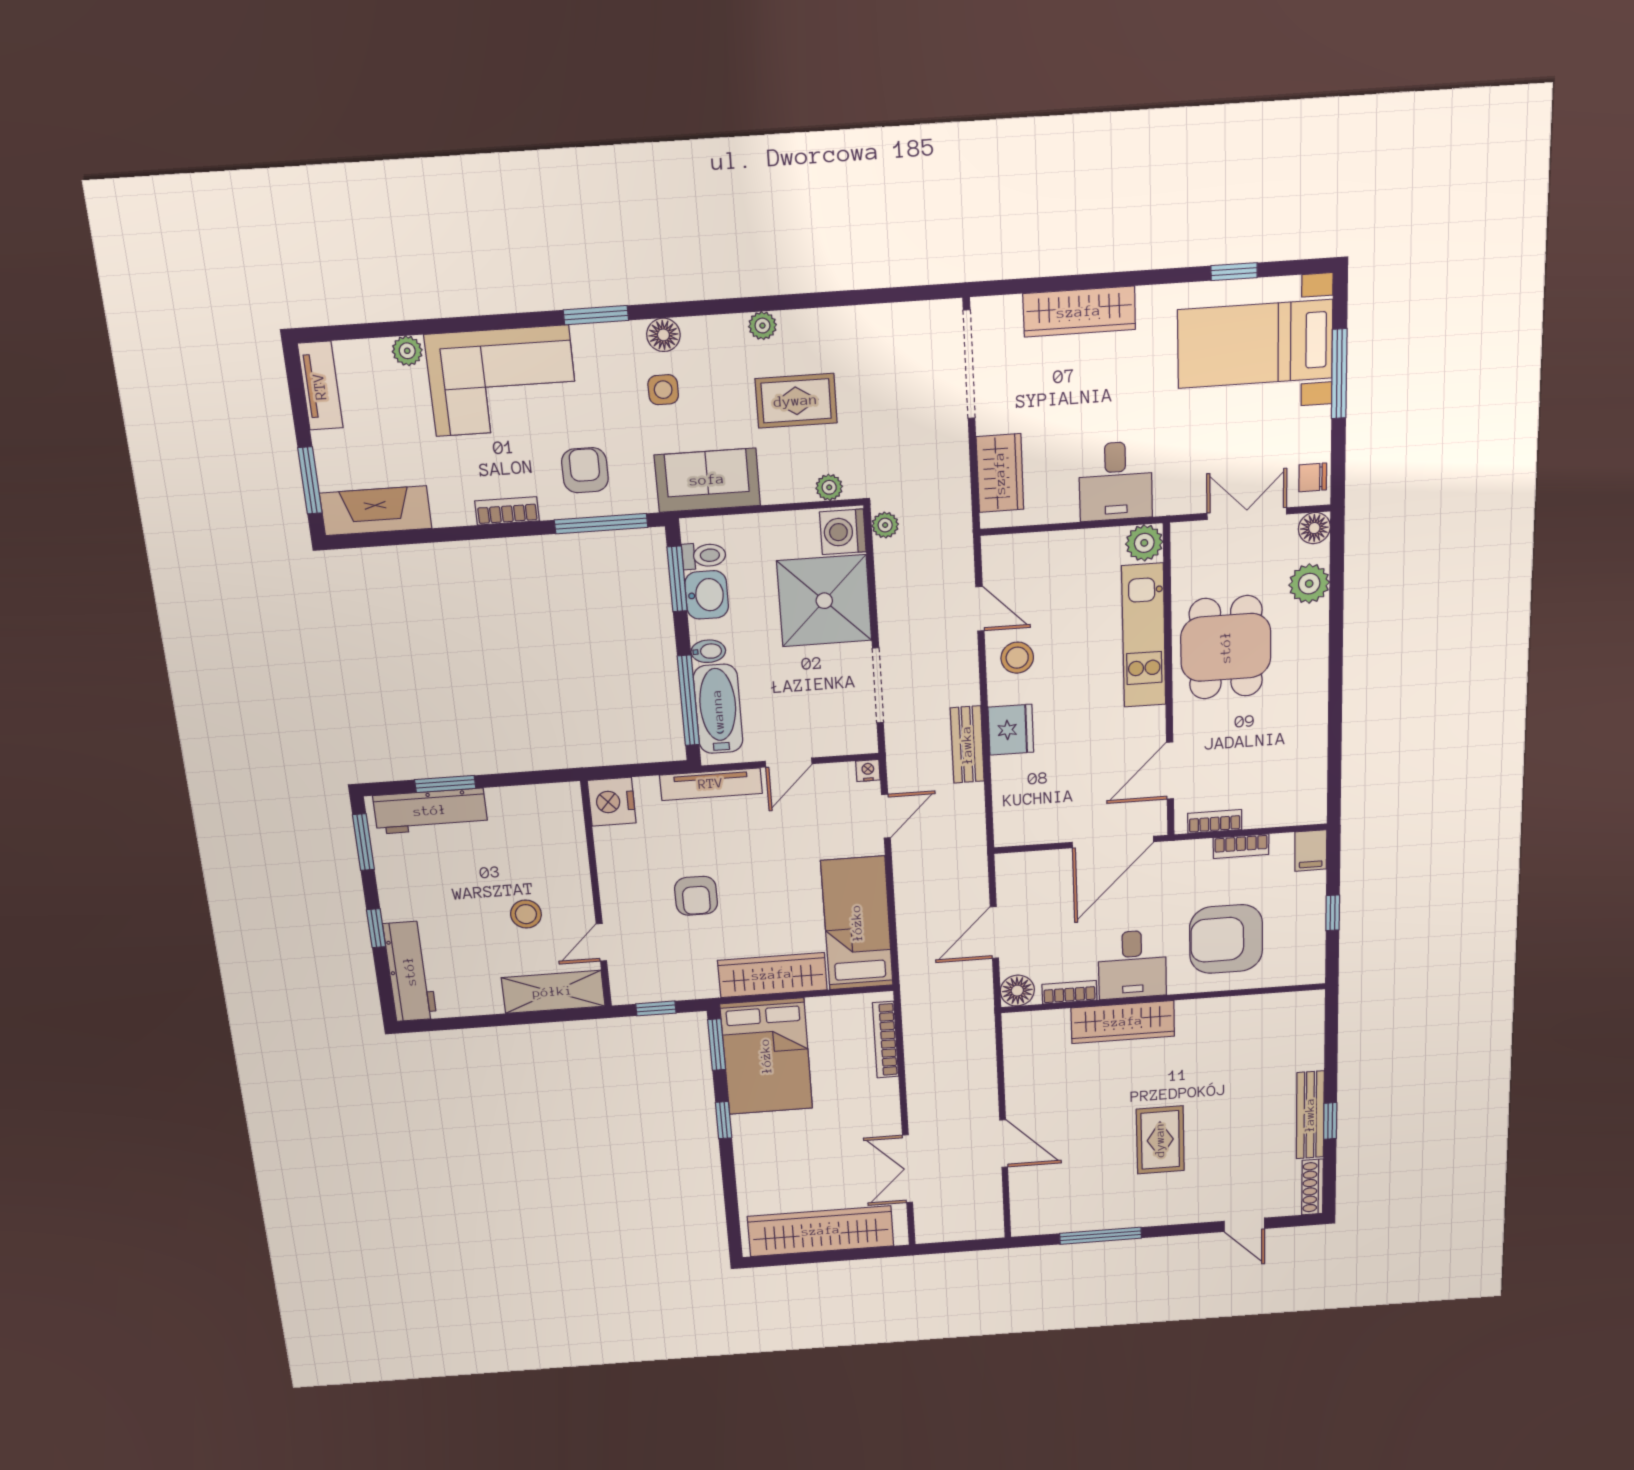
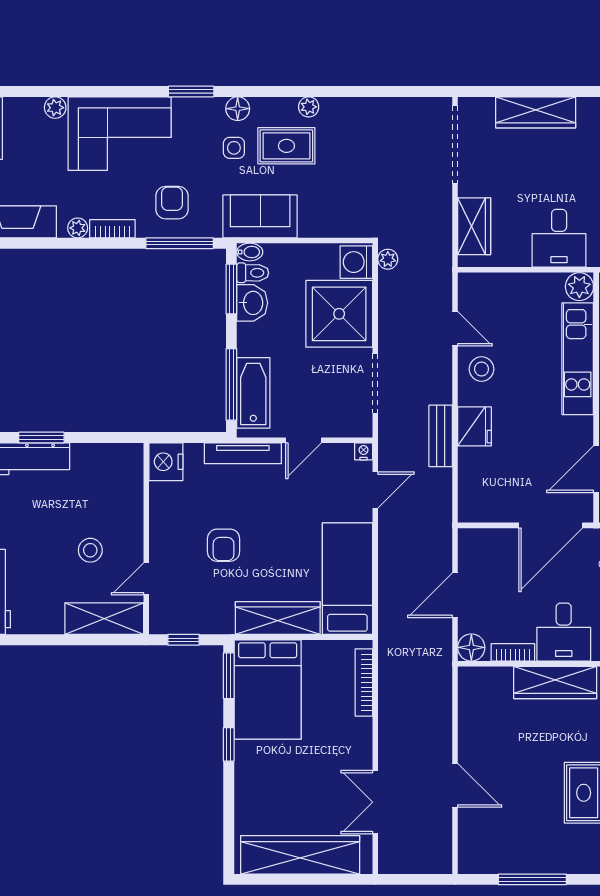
rug: (796, 401) -> (286, 146), moved
plant: (829, 487) -> (78, 228), moved
bidet: (708, 651) -> (250, 252), moved

